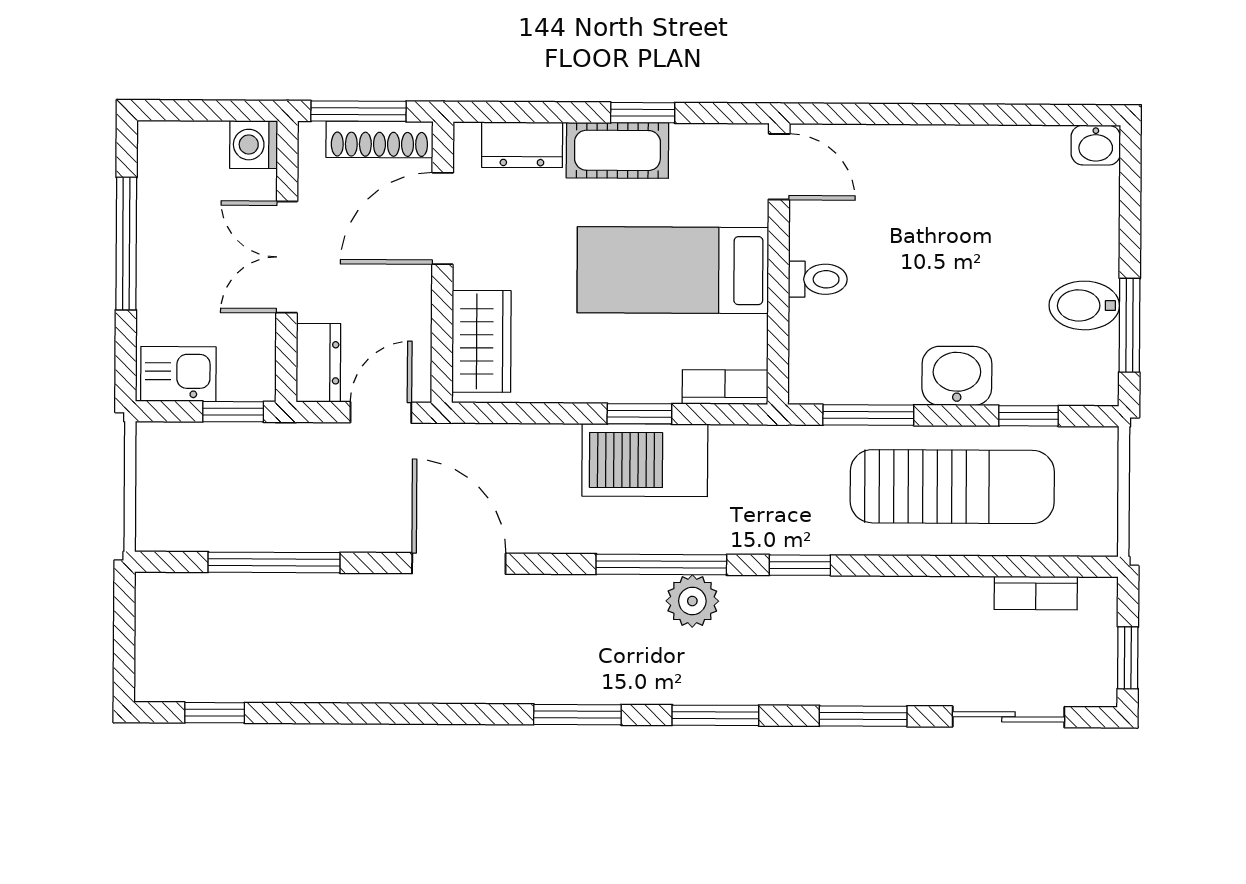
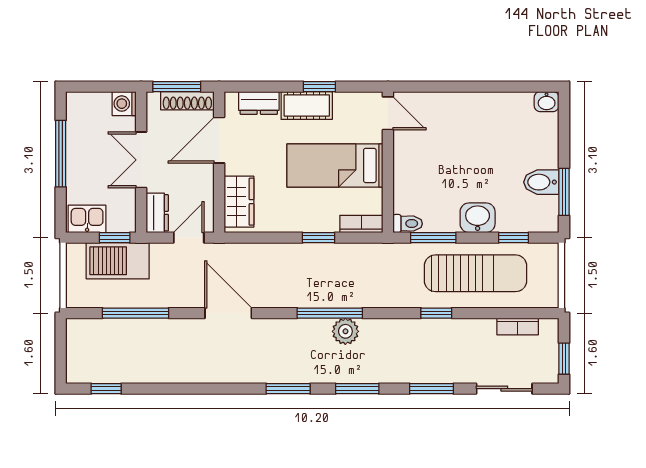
toilet: (818, 279) -> (408, 224), moved
barbecue: (645, 460) -> (118, 261), moved
window: (800, 565) -> (436, 313), moved

